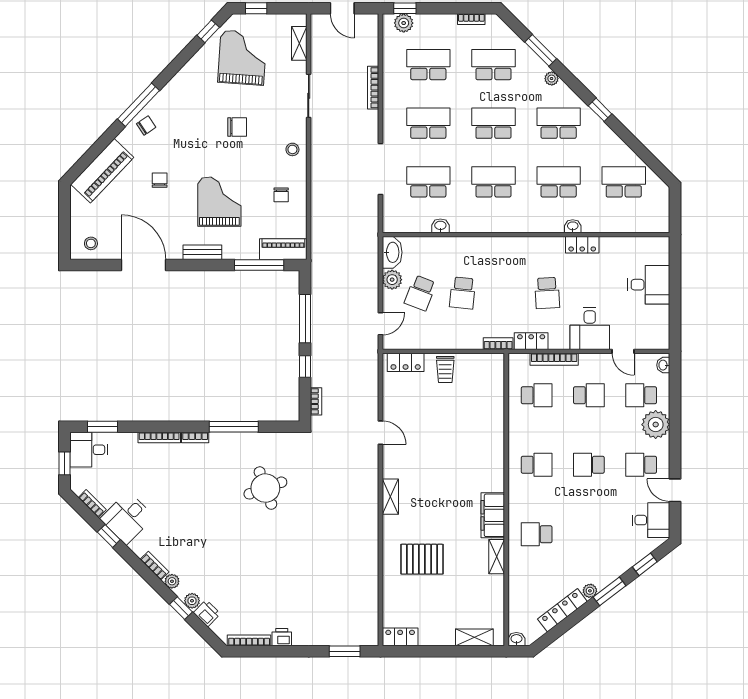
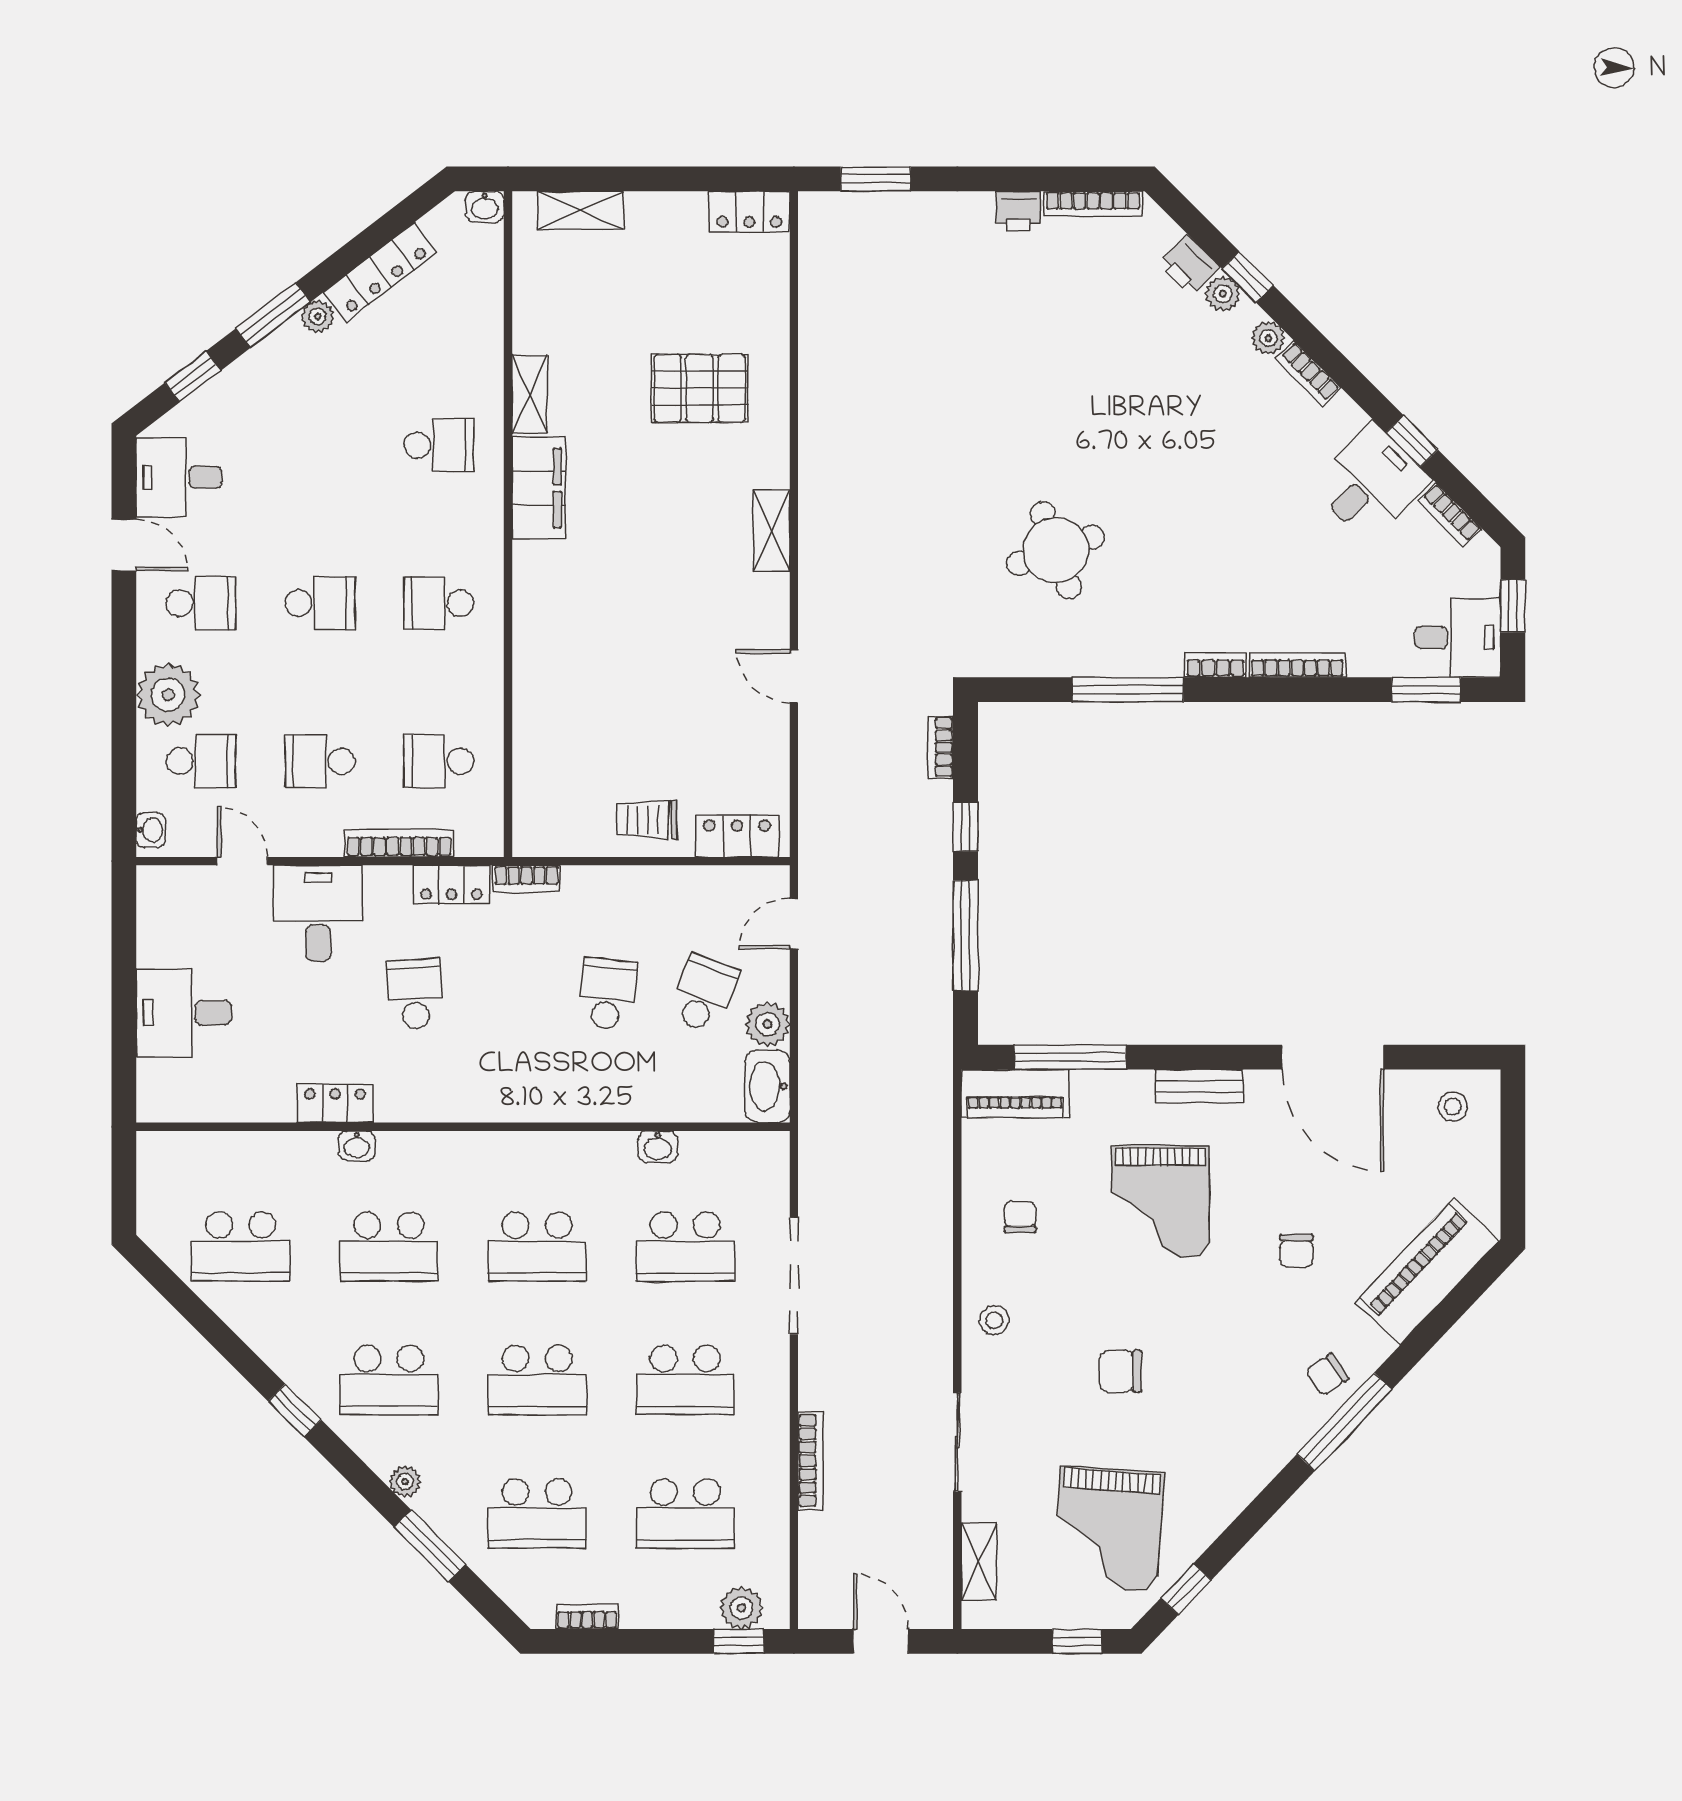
trolley: (445, 369) -> (647, 820), turned -90

